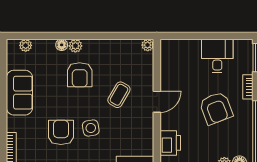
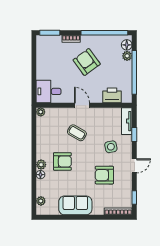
desk: (217, 56) -> (49, 91), moved
armchair: (216, 108) -> (87, 62), turned -105
side table: (91, 128) -> (111, 147), moved

